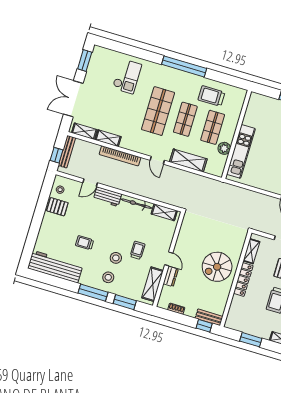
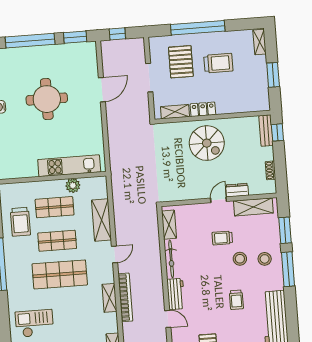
shelving: (108, 138) -> (109, 298), moved
locker: (243, 279) -> (203, 109), width x0.66

